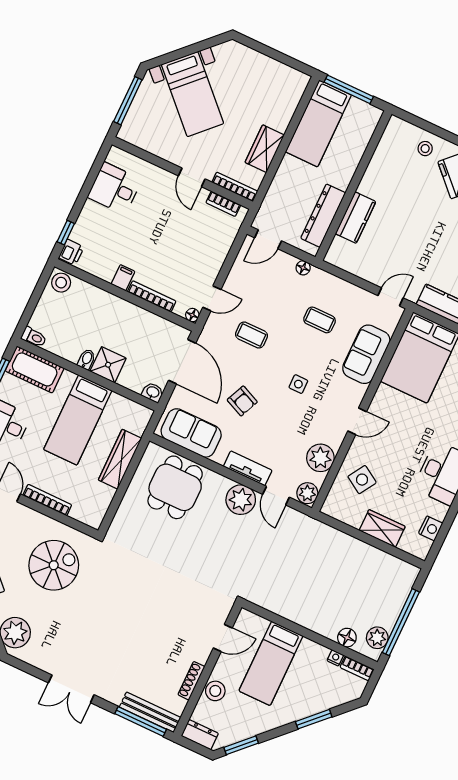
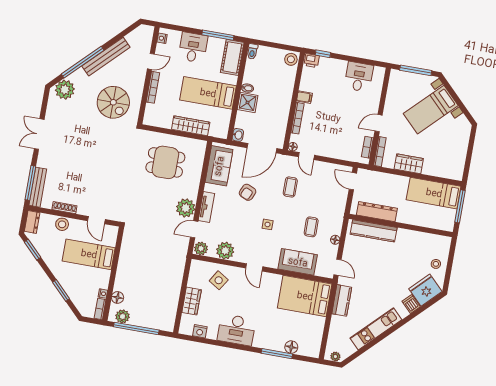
kitchen counter: (356, 218) -> (374, 231), width x1.50
floor lamp: (303, 268) -> (335, 240), moved
dining table: (175, 487) -> (165, 162), moved

